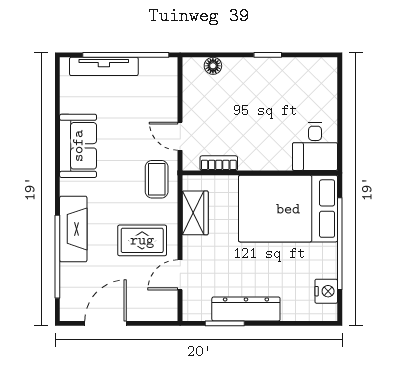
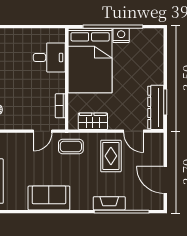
desk: (315, 146) -> (49, 57), moved
fireplace: (73, 229) -> (109, 203), width x0.73, depth x0.76
nightstand: (326, 291) -> (121, 35), moved
dresser: (246, 309) -> (156, 107), moved

